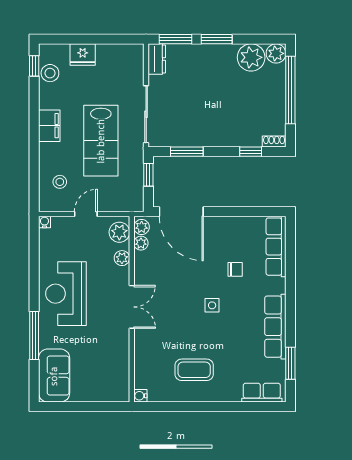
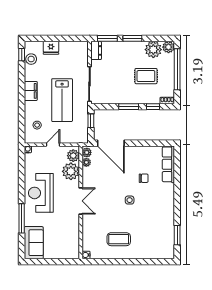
rug: (239, 101) -> (146, 76), added
window: (187, 152) -> (129, 107), moved
plant: (122, 258) -> (71, 171), width x1.88, depth x1.88
row of seats: (275, 327) -> (168, 213), removed
row of seats: (262, 393) -> (160, 253), removed

